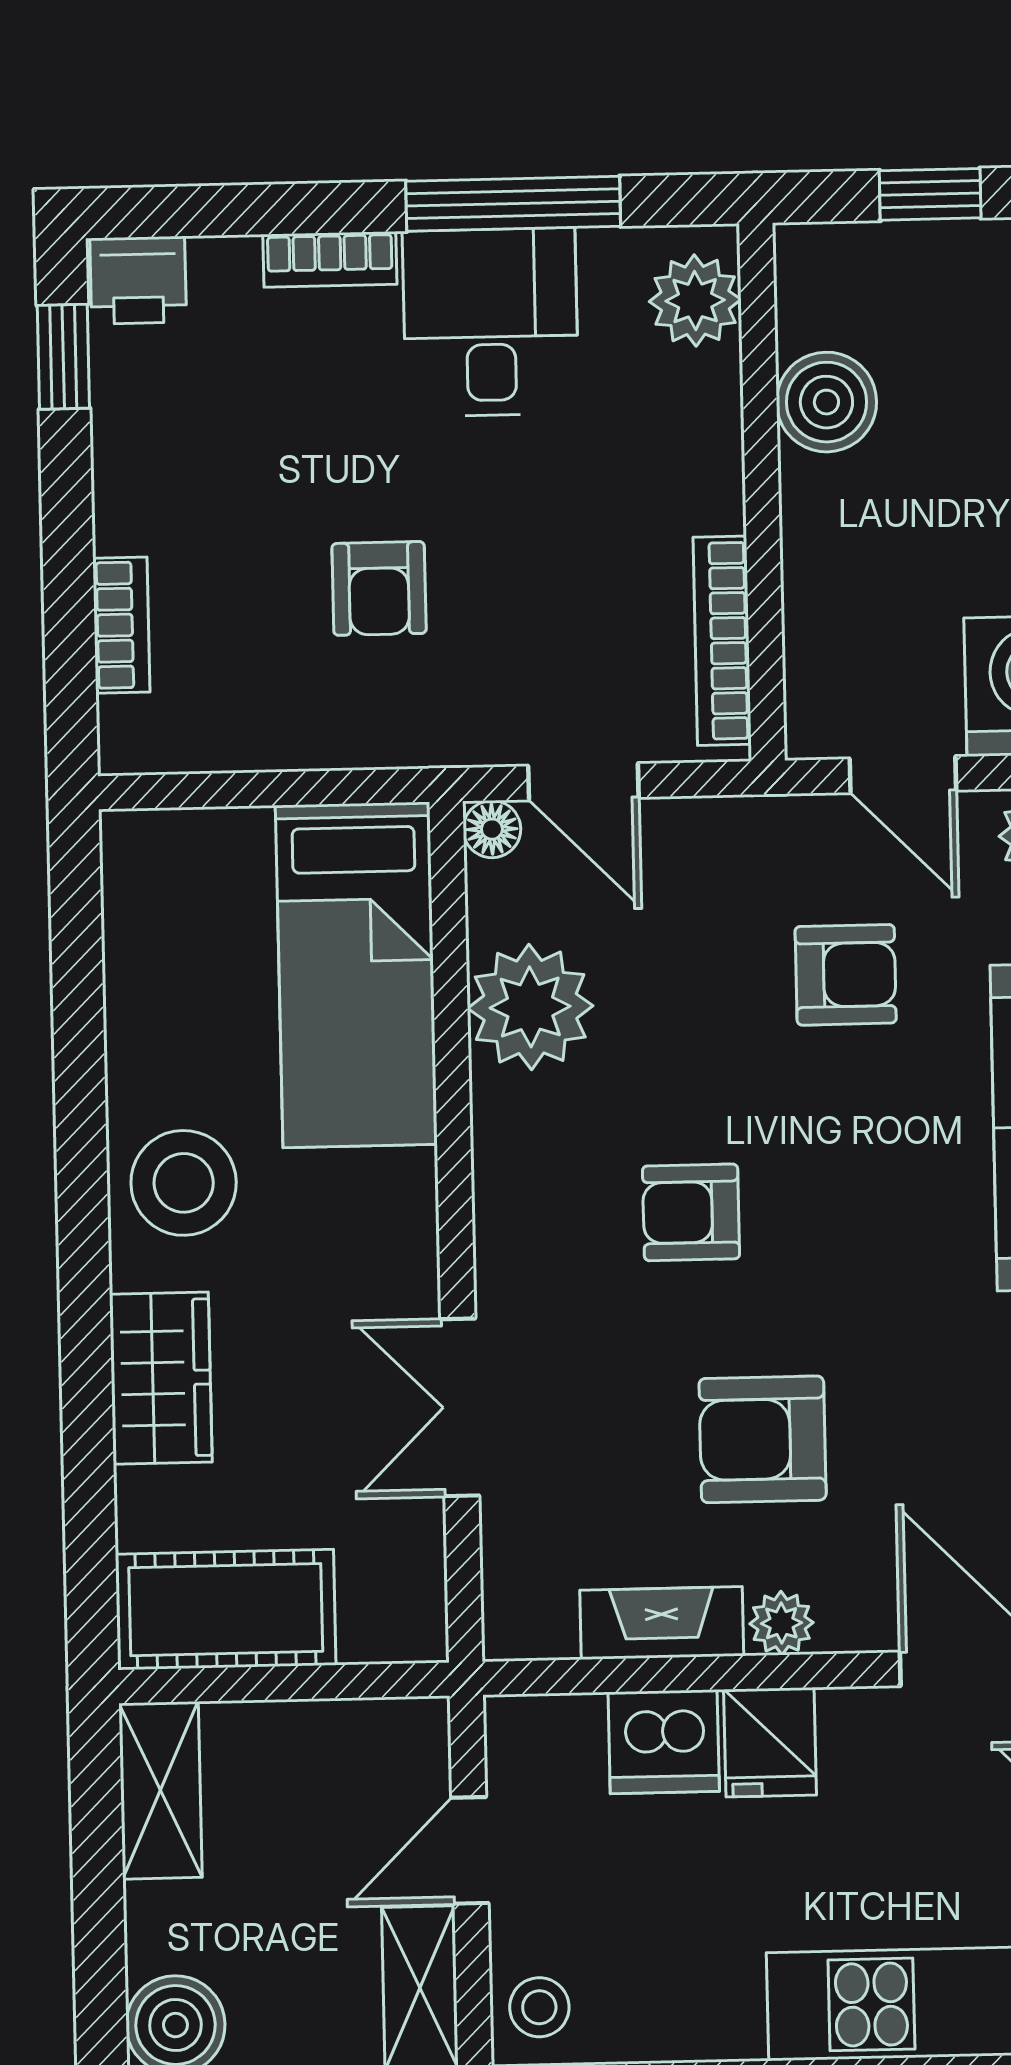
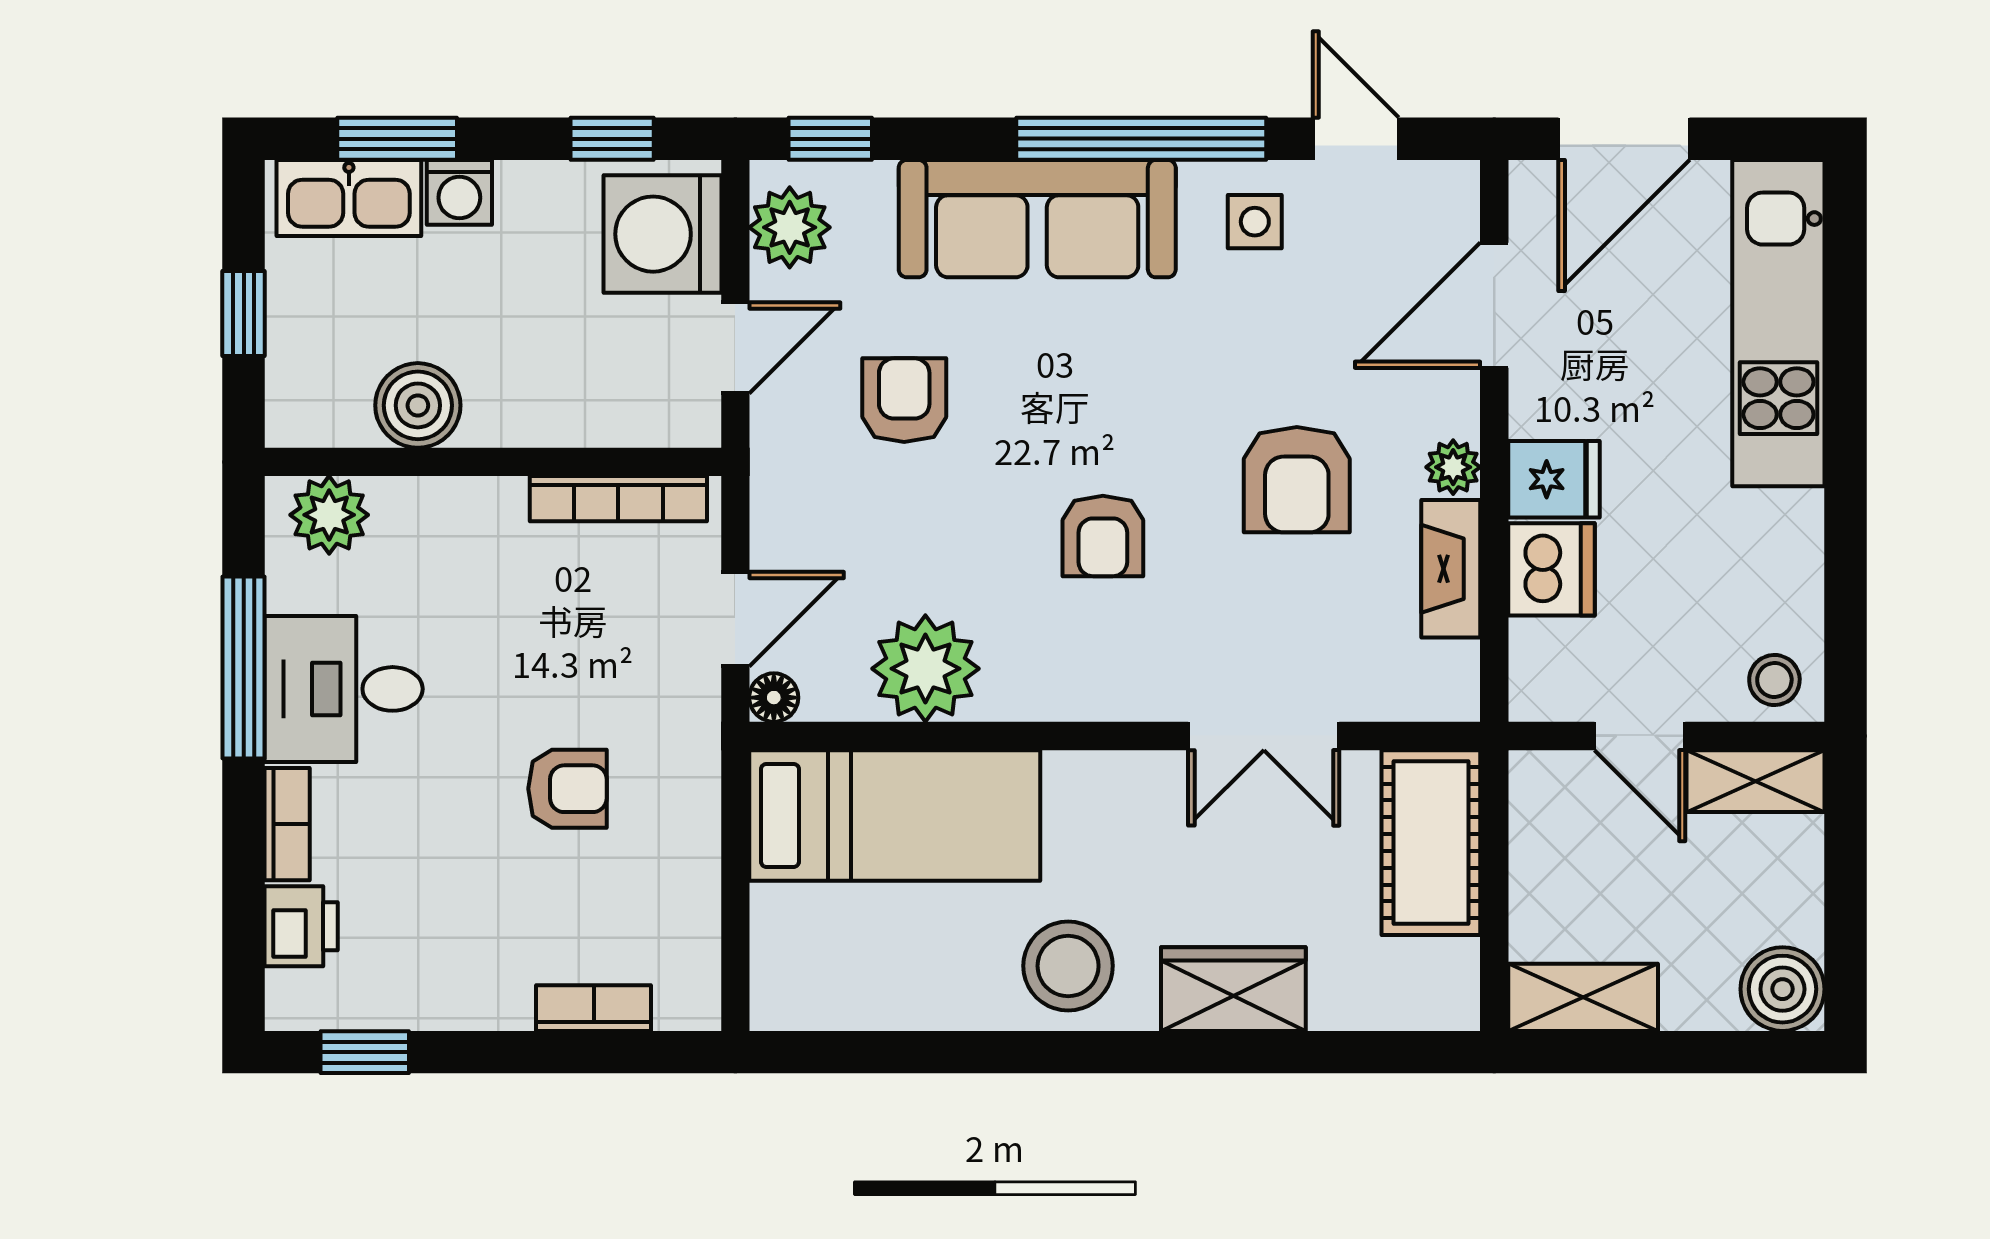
printer: (138, 280) -> (301, 926), moved
cot: (226, 1610) -> (1431, 843), moved

